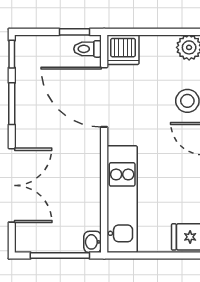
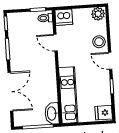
door: (104, 97) -> (55, 43), width x0.53
washbasin: (93, 242) -> (52, 114), width x1.91, depth x1.45

